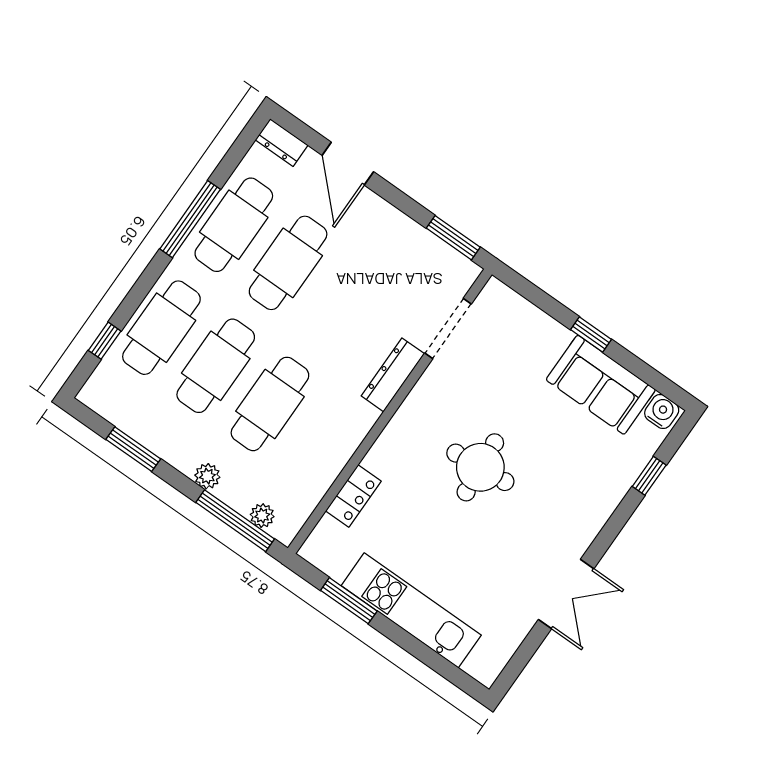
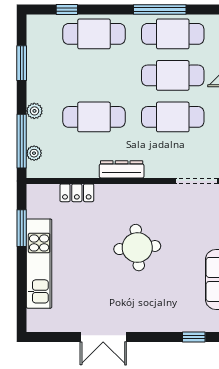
cafe table: (216, 366) -> (173, 117), moved
dresser: (393, 375) -> (122, 169), moved

